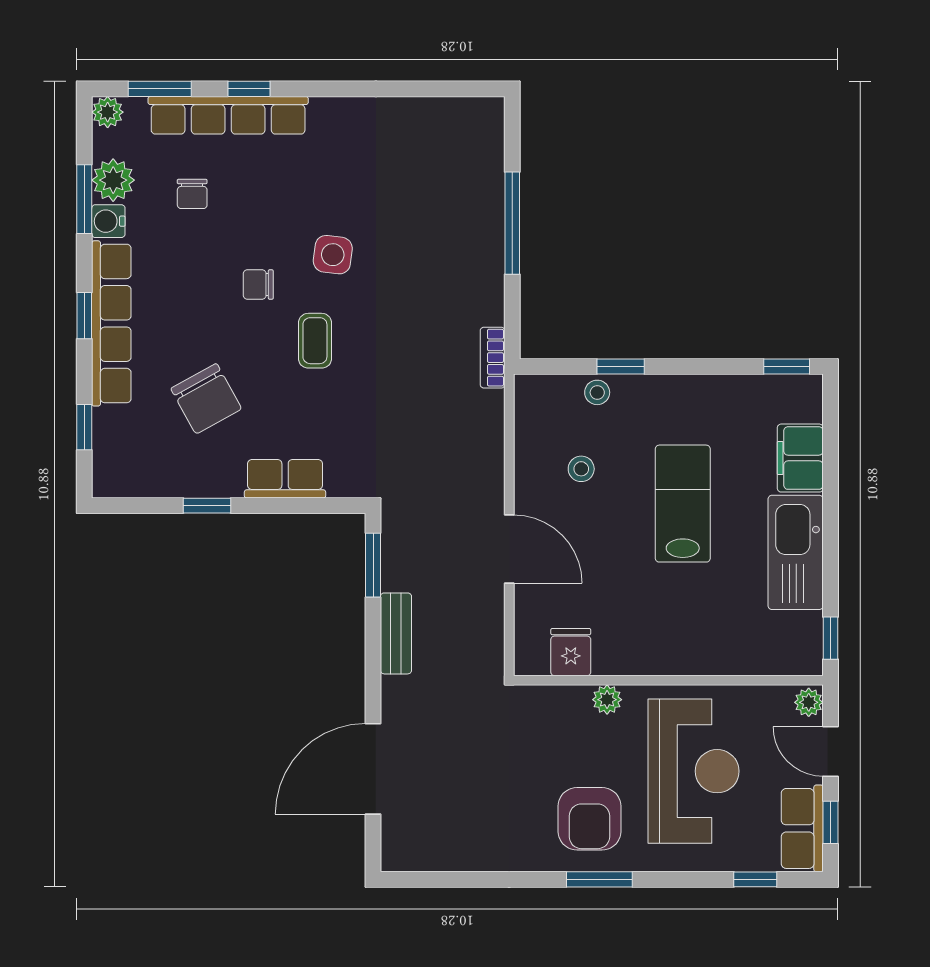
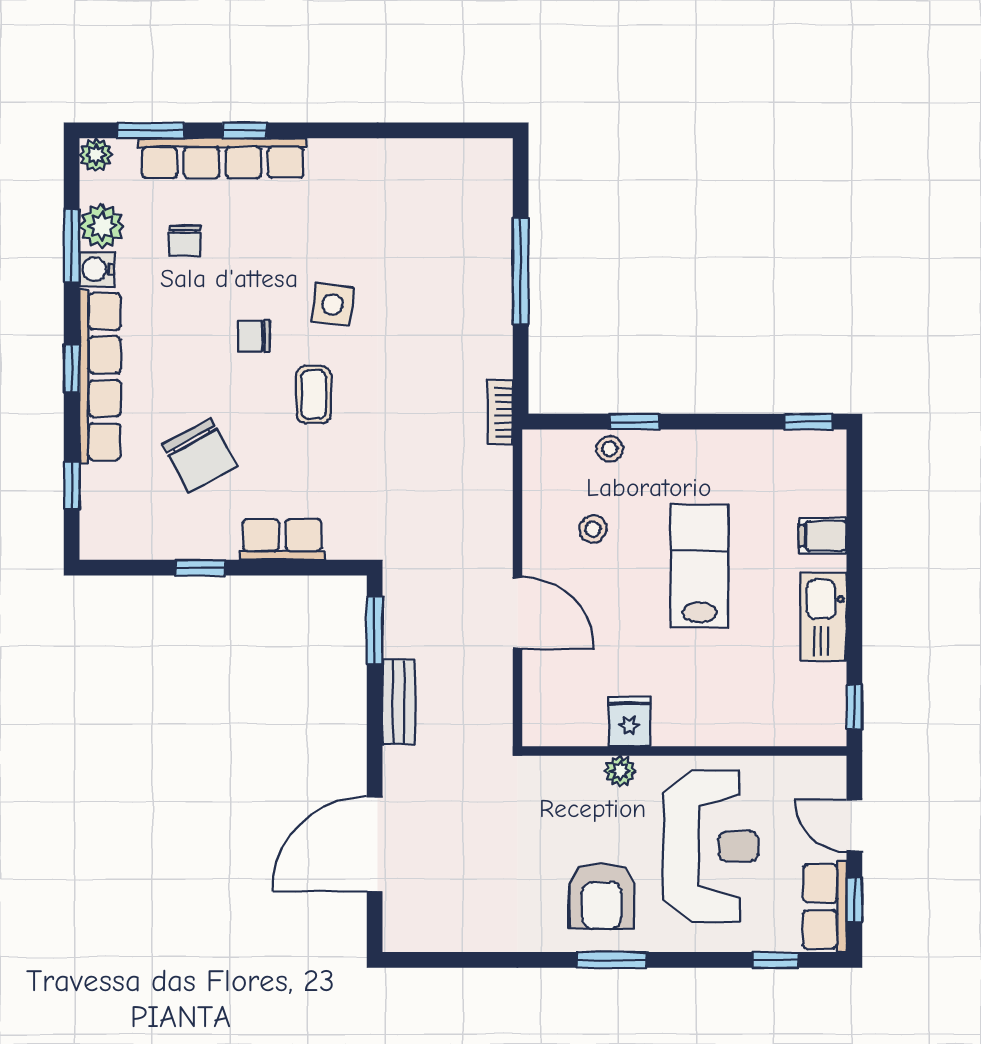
filing cabinet: (800, 458) -> (823, 536), width x0.50
kitchen sink: (796, 552) -> (823, 617), width x0.73, depth x0.81
fridge: (571, 652) -> (629, 721), moved
plant: (809, 702) -> (832, 774), removed

